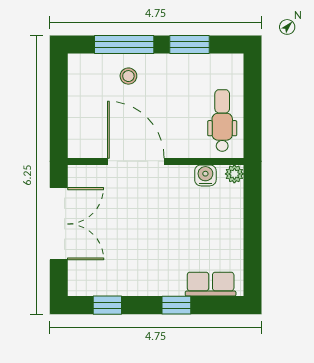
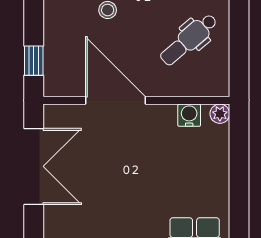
dental chair: (222, 120) -> (189, 40), moved, turned -131
window: (59, 124) -> (34, 61), added

